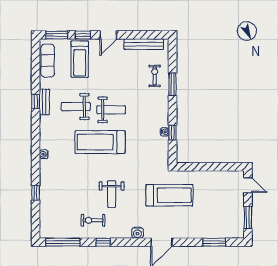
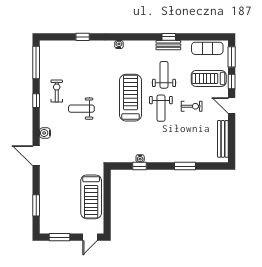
exercise bike: (155, 76) -> (192, 106), moved
treadmill: (169, 195) -> (91, 197), moved

